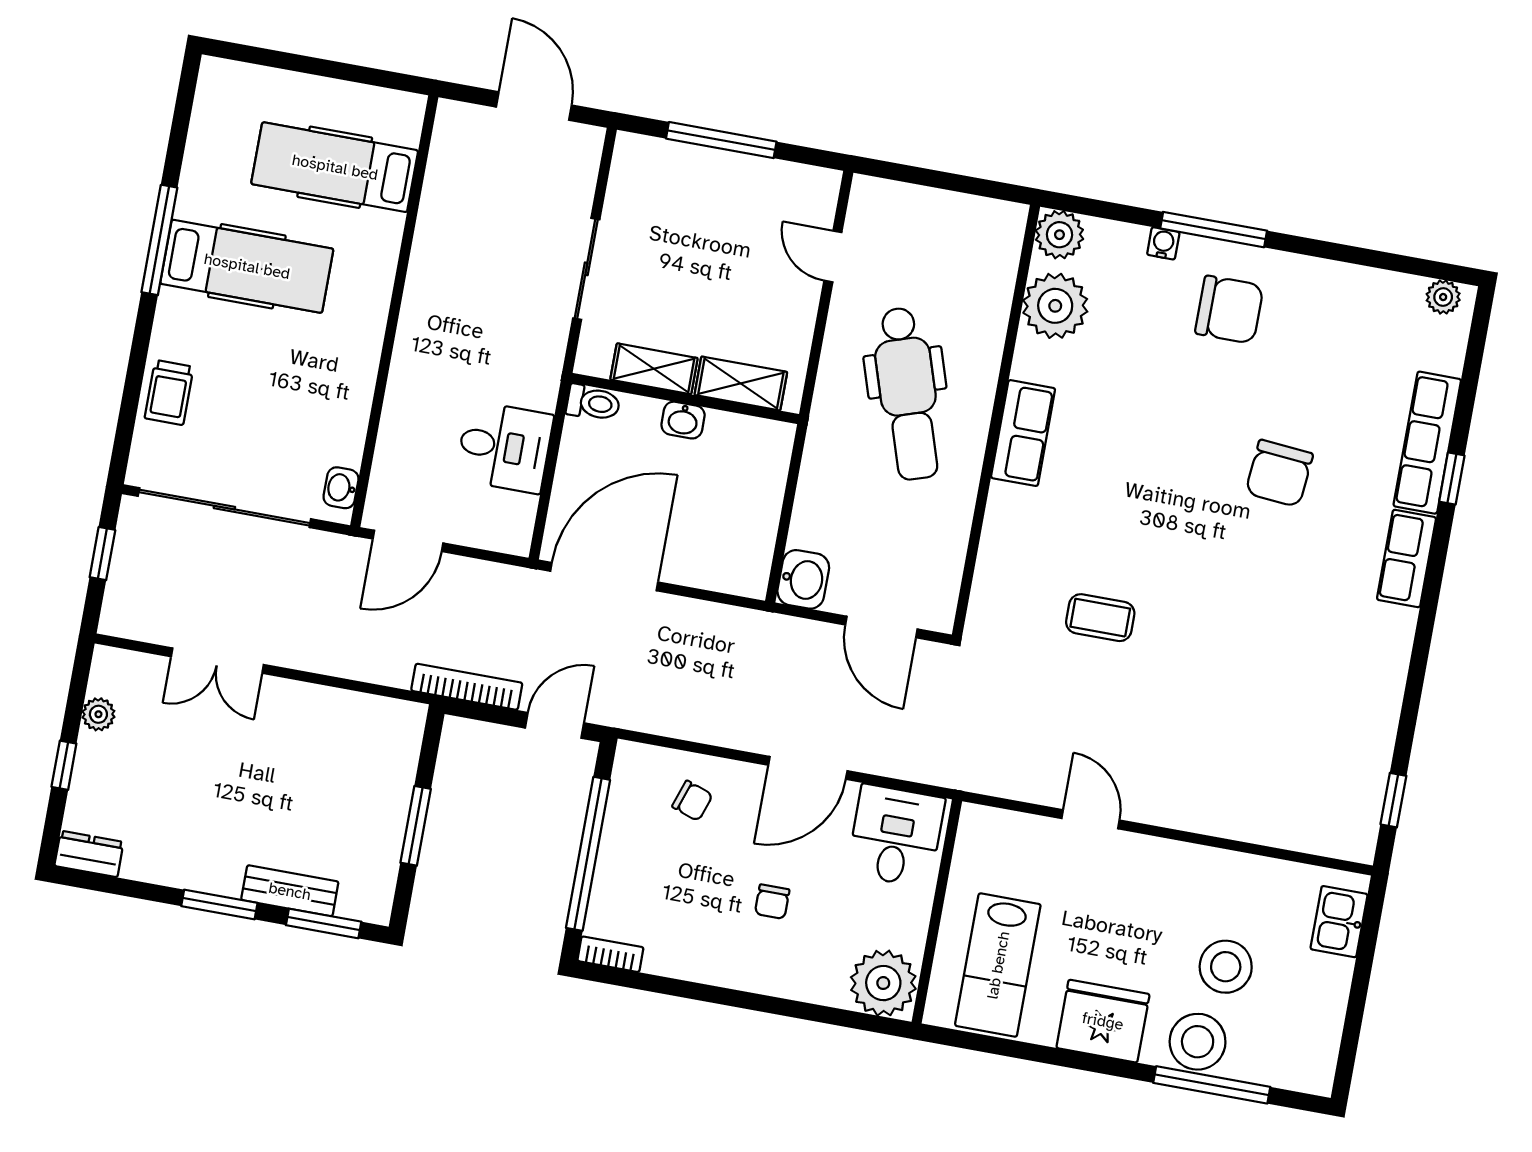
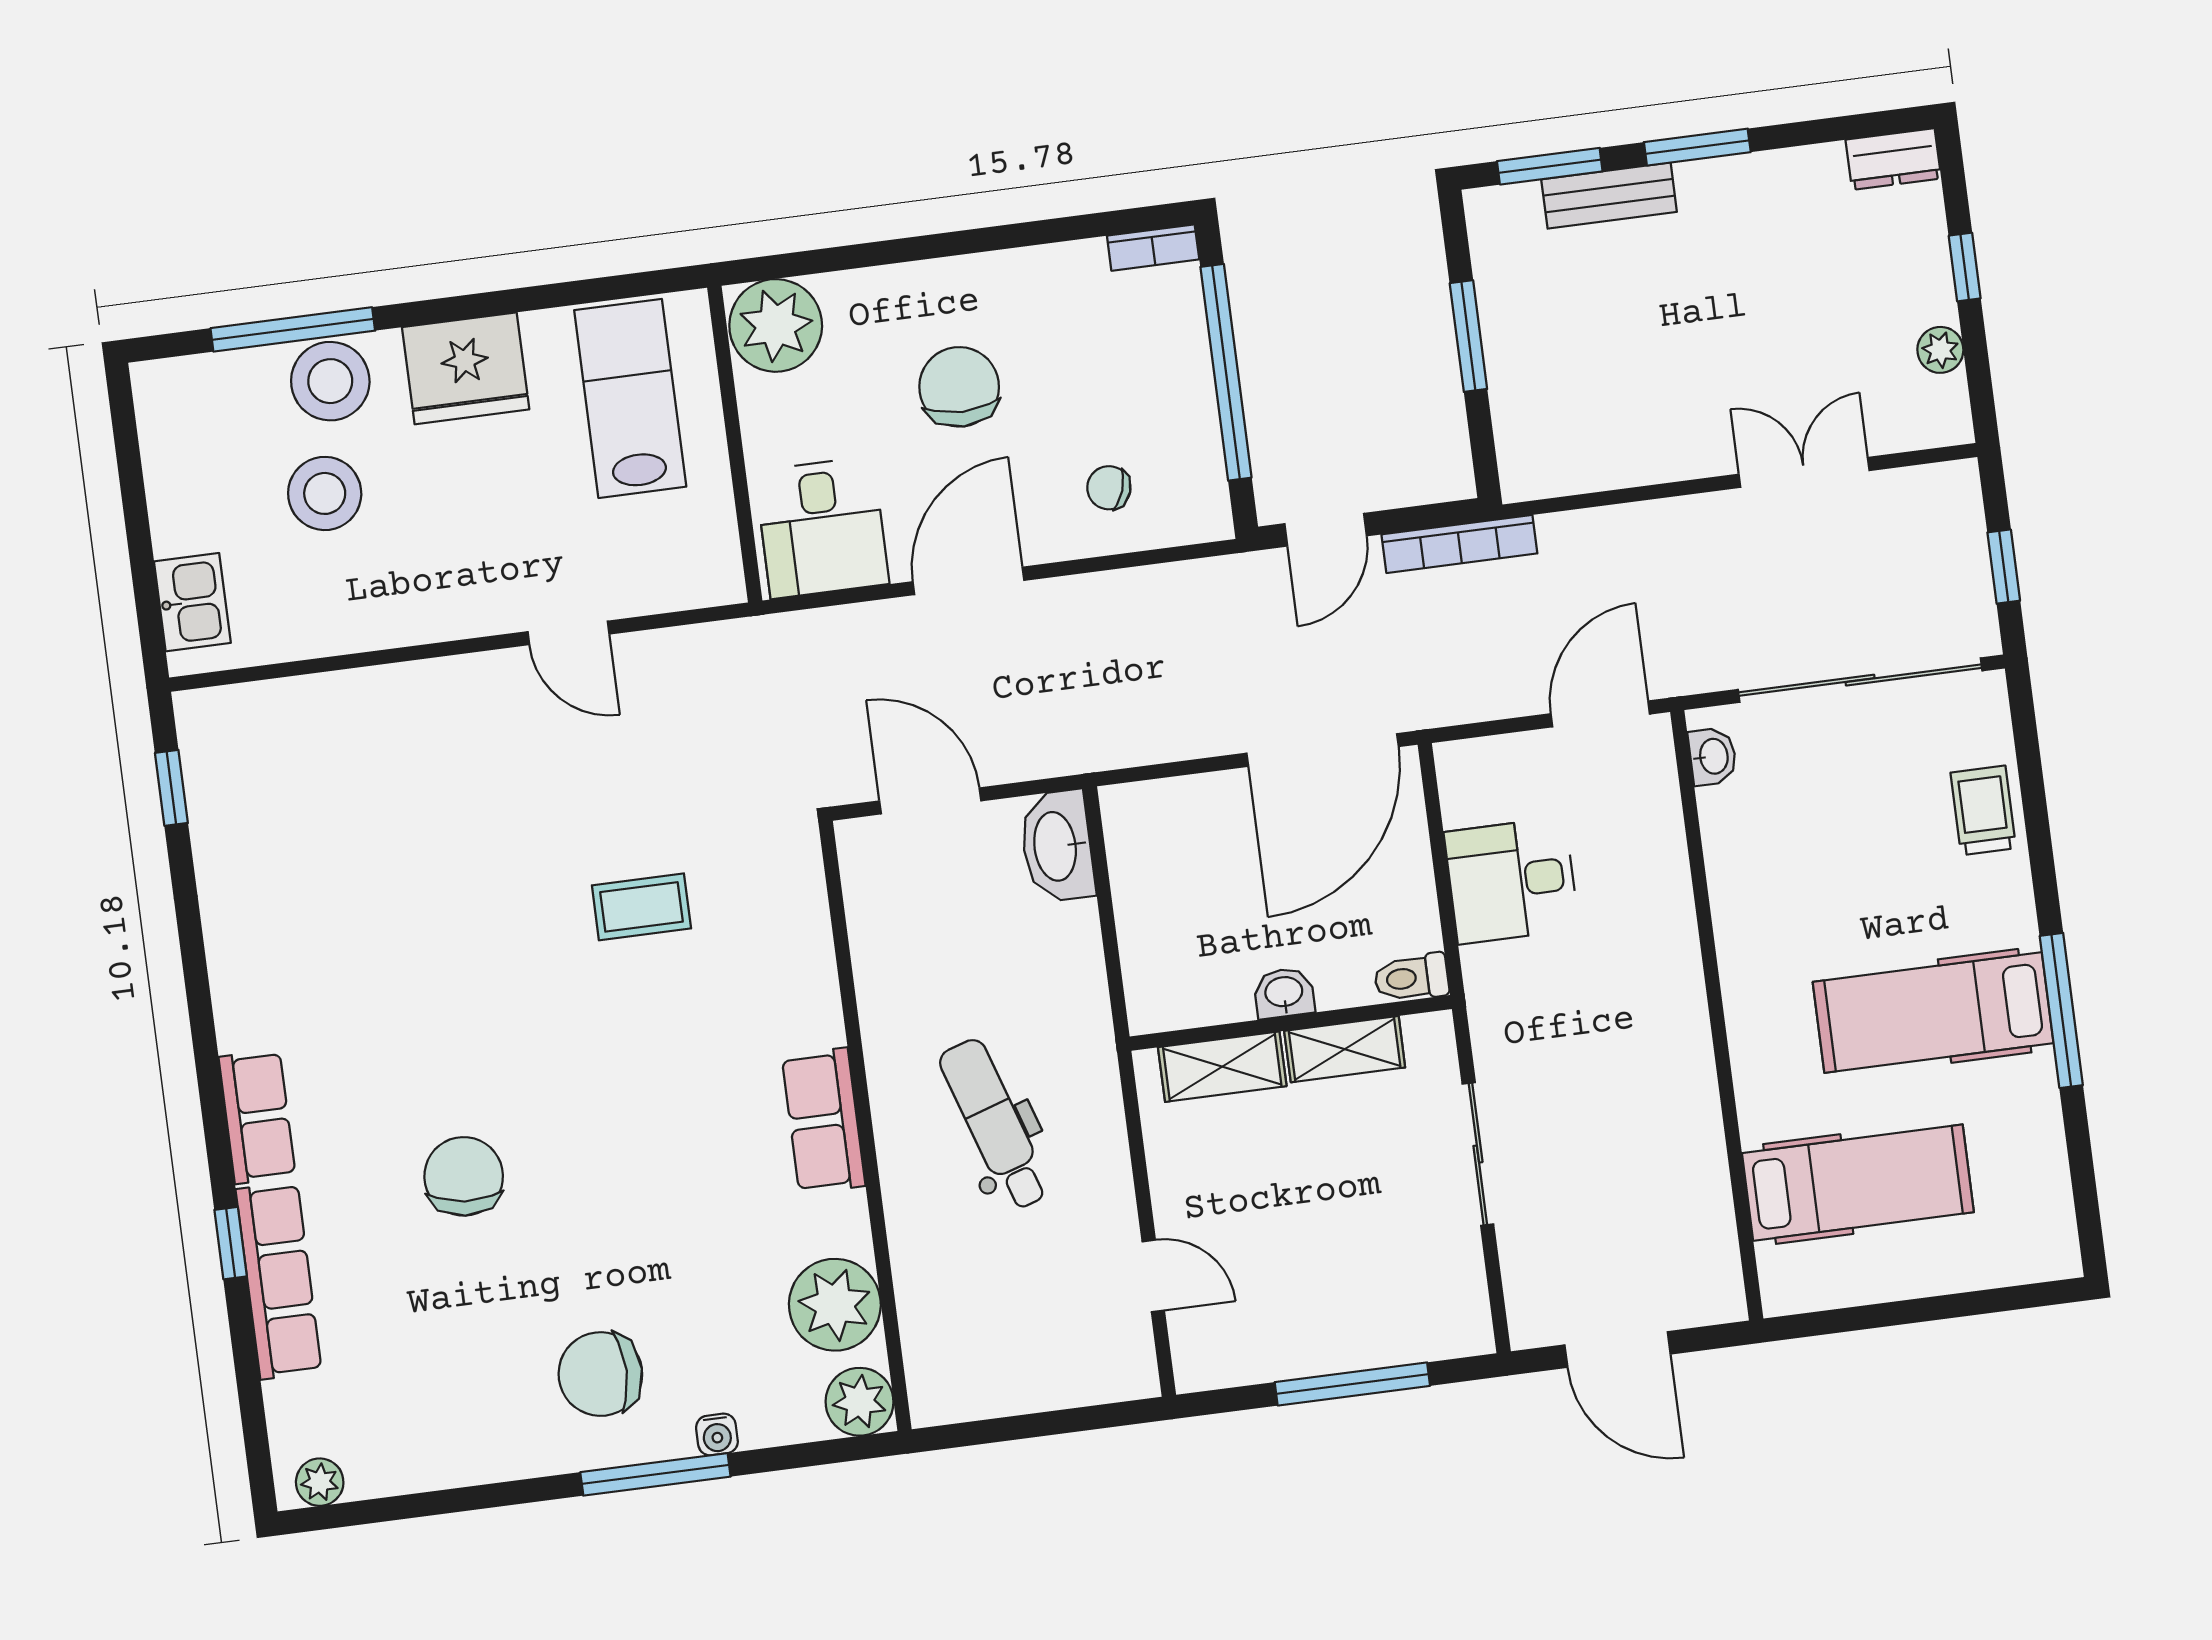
dental chair: (908, 394) -> (995, 1124), width x0.73, depth x0.72
washbasin: (803, 579) -> (1057, 846), width x1.38
chair: (772, 902) -> (959, 387), width x1.87, depth x1.87

